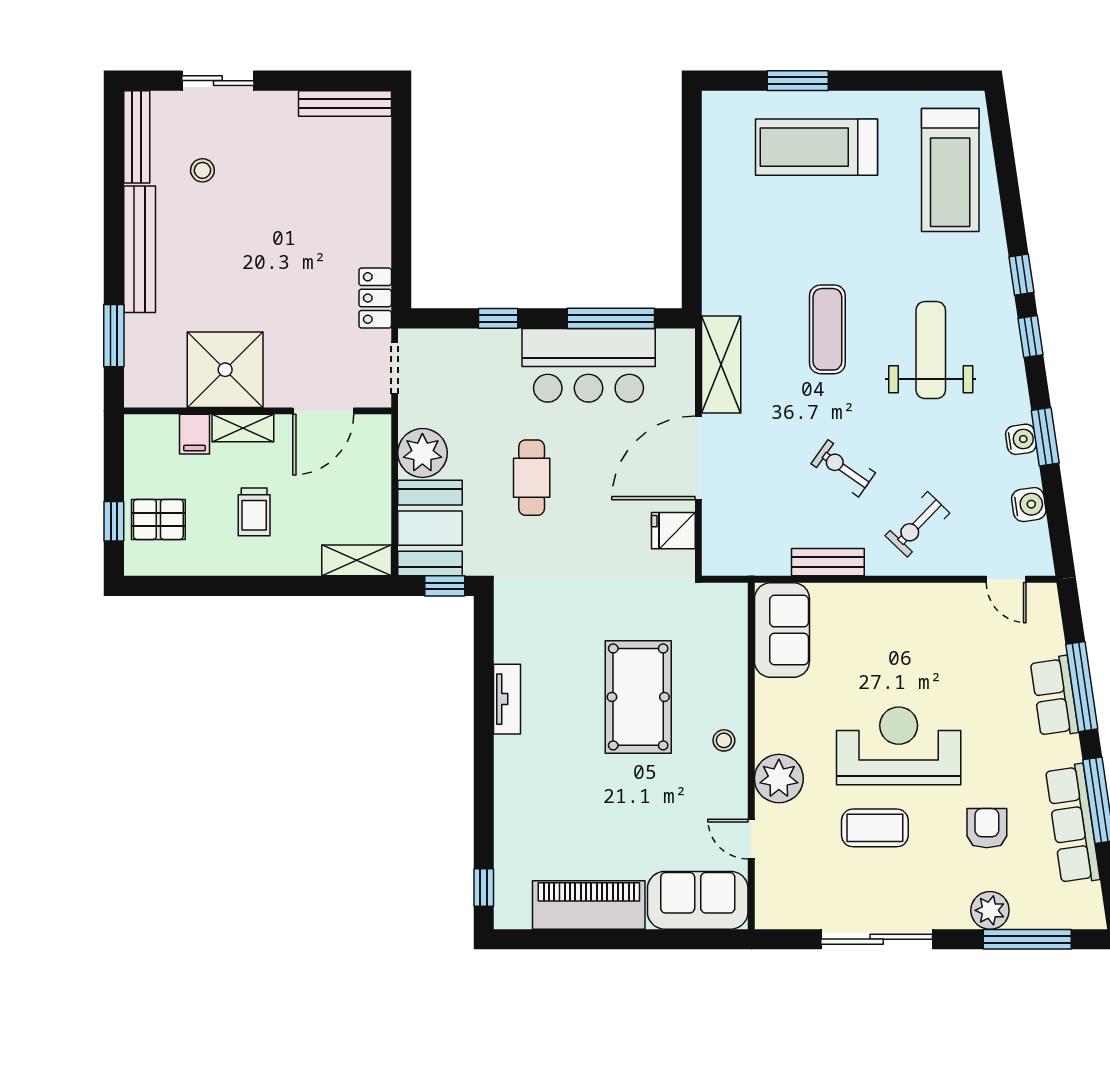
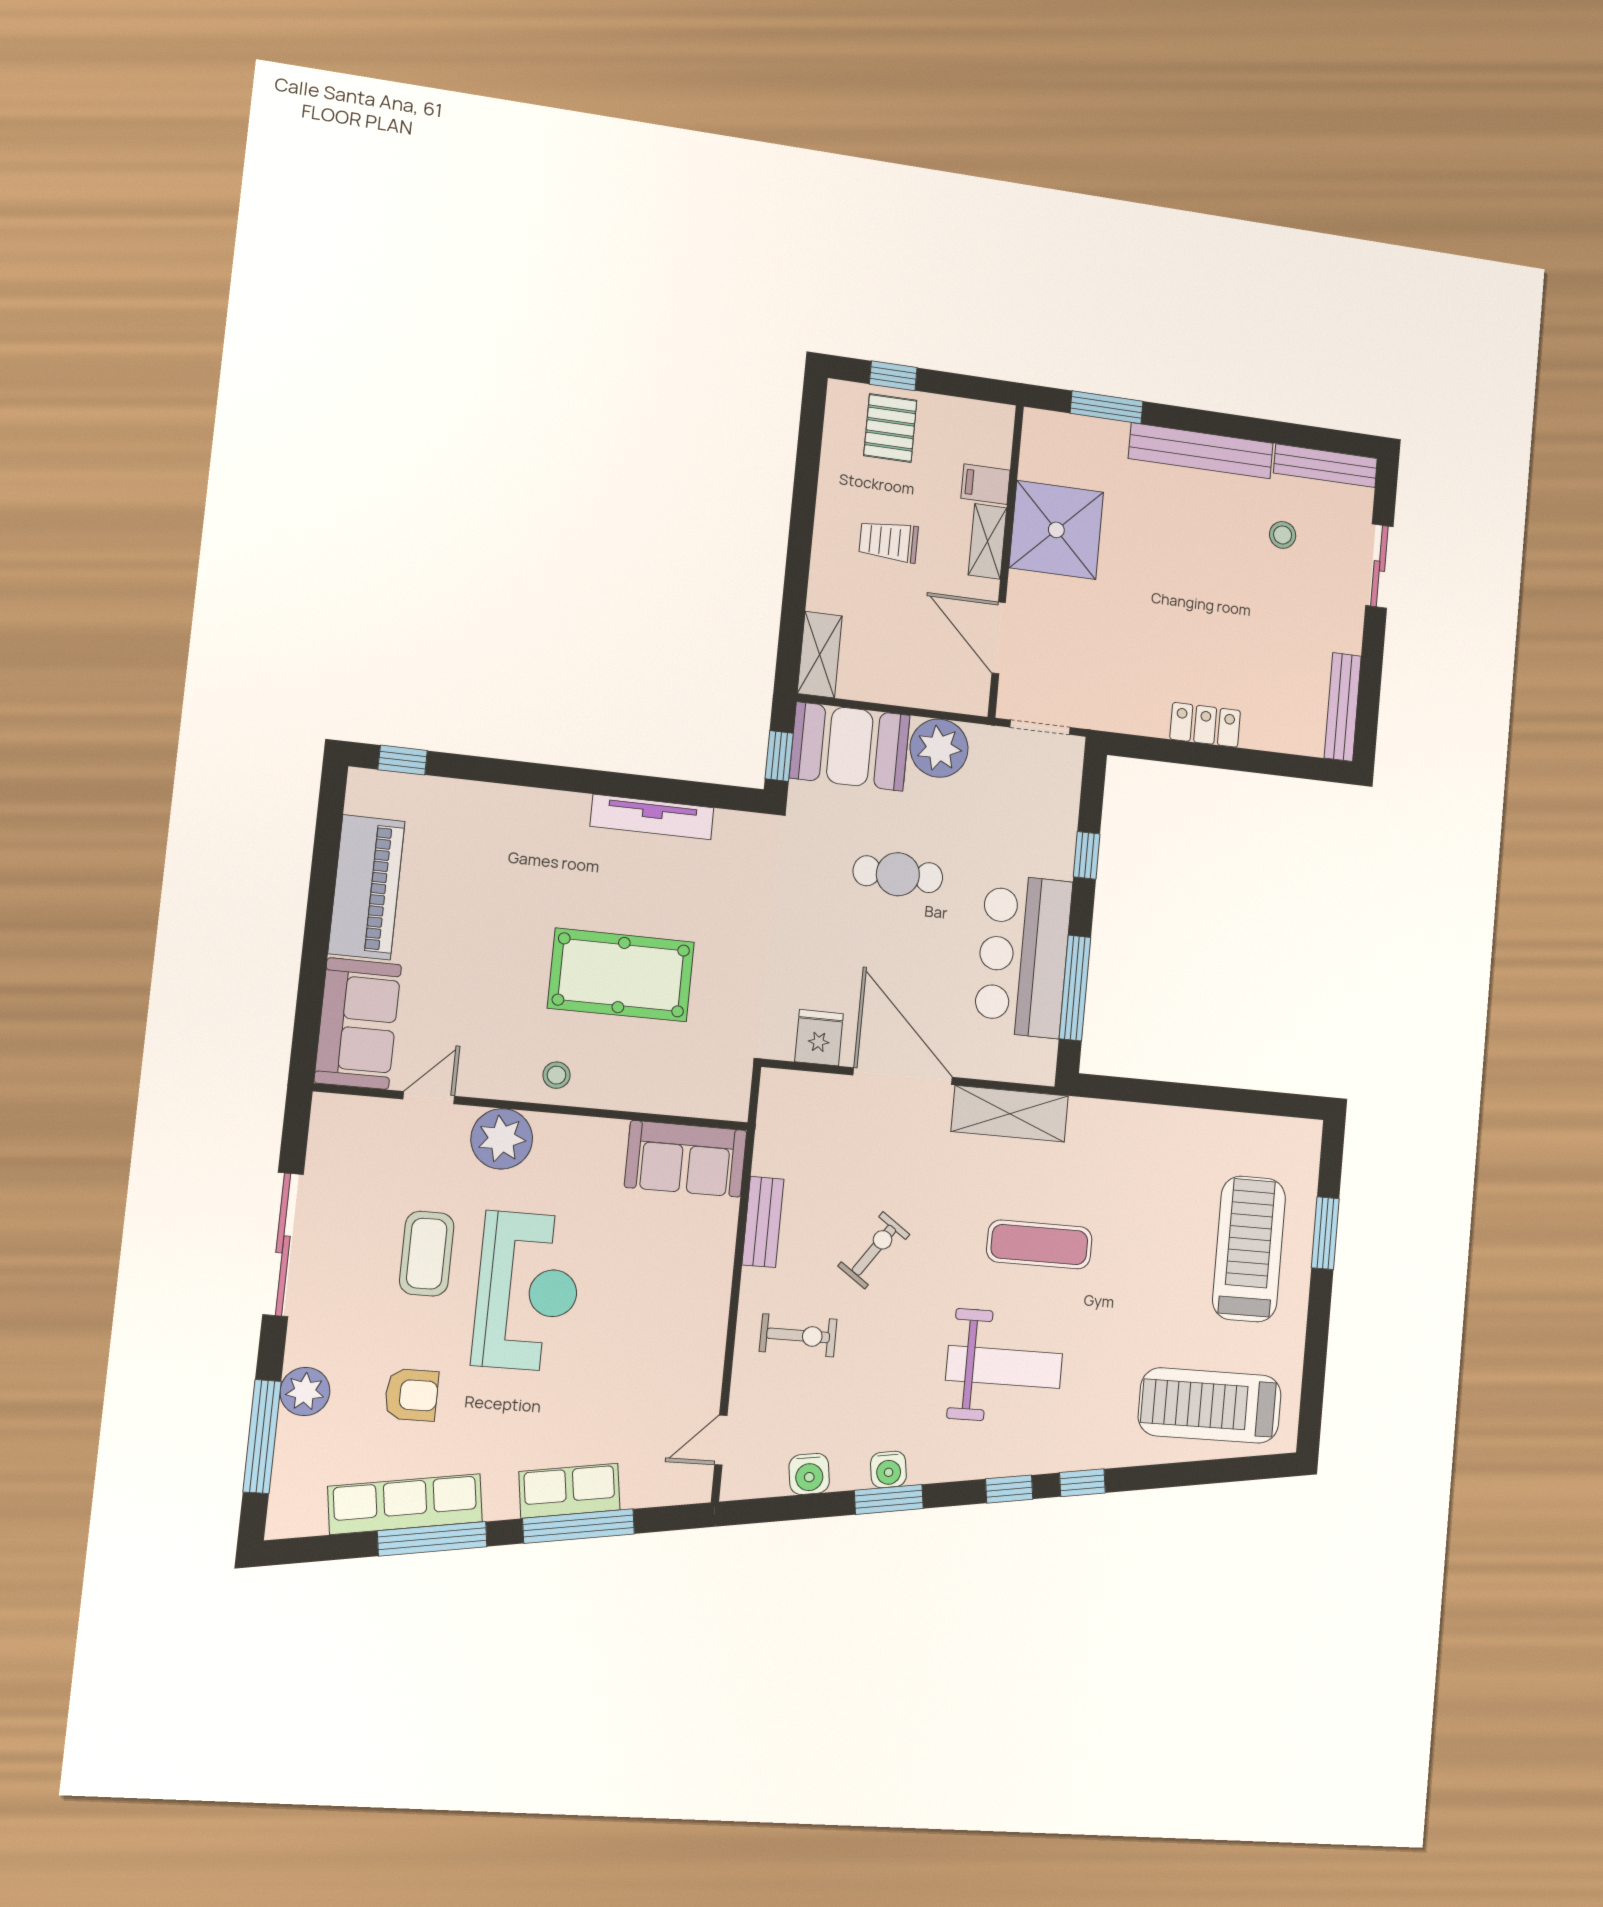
locker: (375, 298) -> (1205, 725), moved
exercise bike: (917, 524) -> (798, 1335), turned 136
tv unit: (507, 699) -> (652, 817), width x1.41

